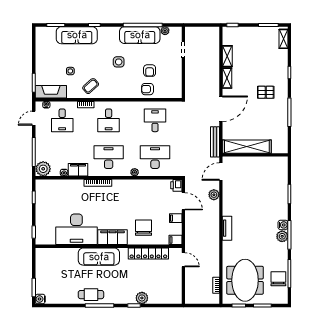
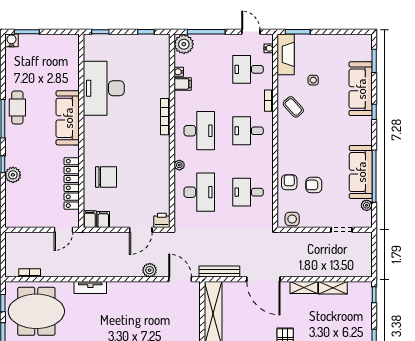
side table: (119, 62) -> (292, 219), moved
desk: (155, 120) -> (248, 192), turned 180
filing cabinet: (78, 170) -> (183, 84), width x0.50
filing cabinet: (176, 218) -> (103, 220), moved
tv unit: (227, 228) -> (90, 287), moved
filing cabinet: (112, 237) -> (93, 136), removed

